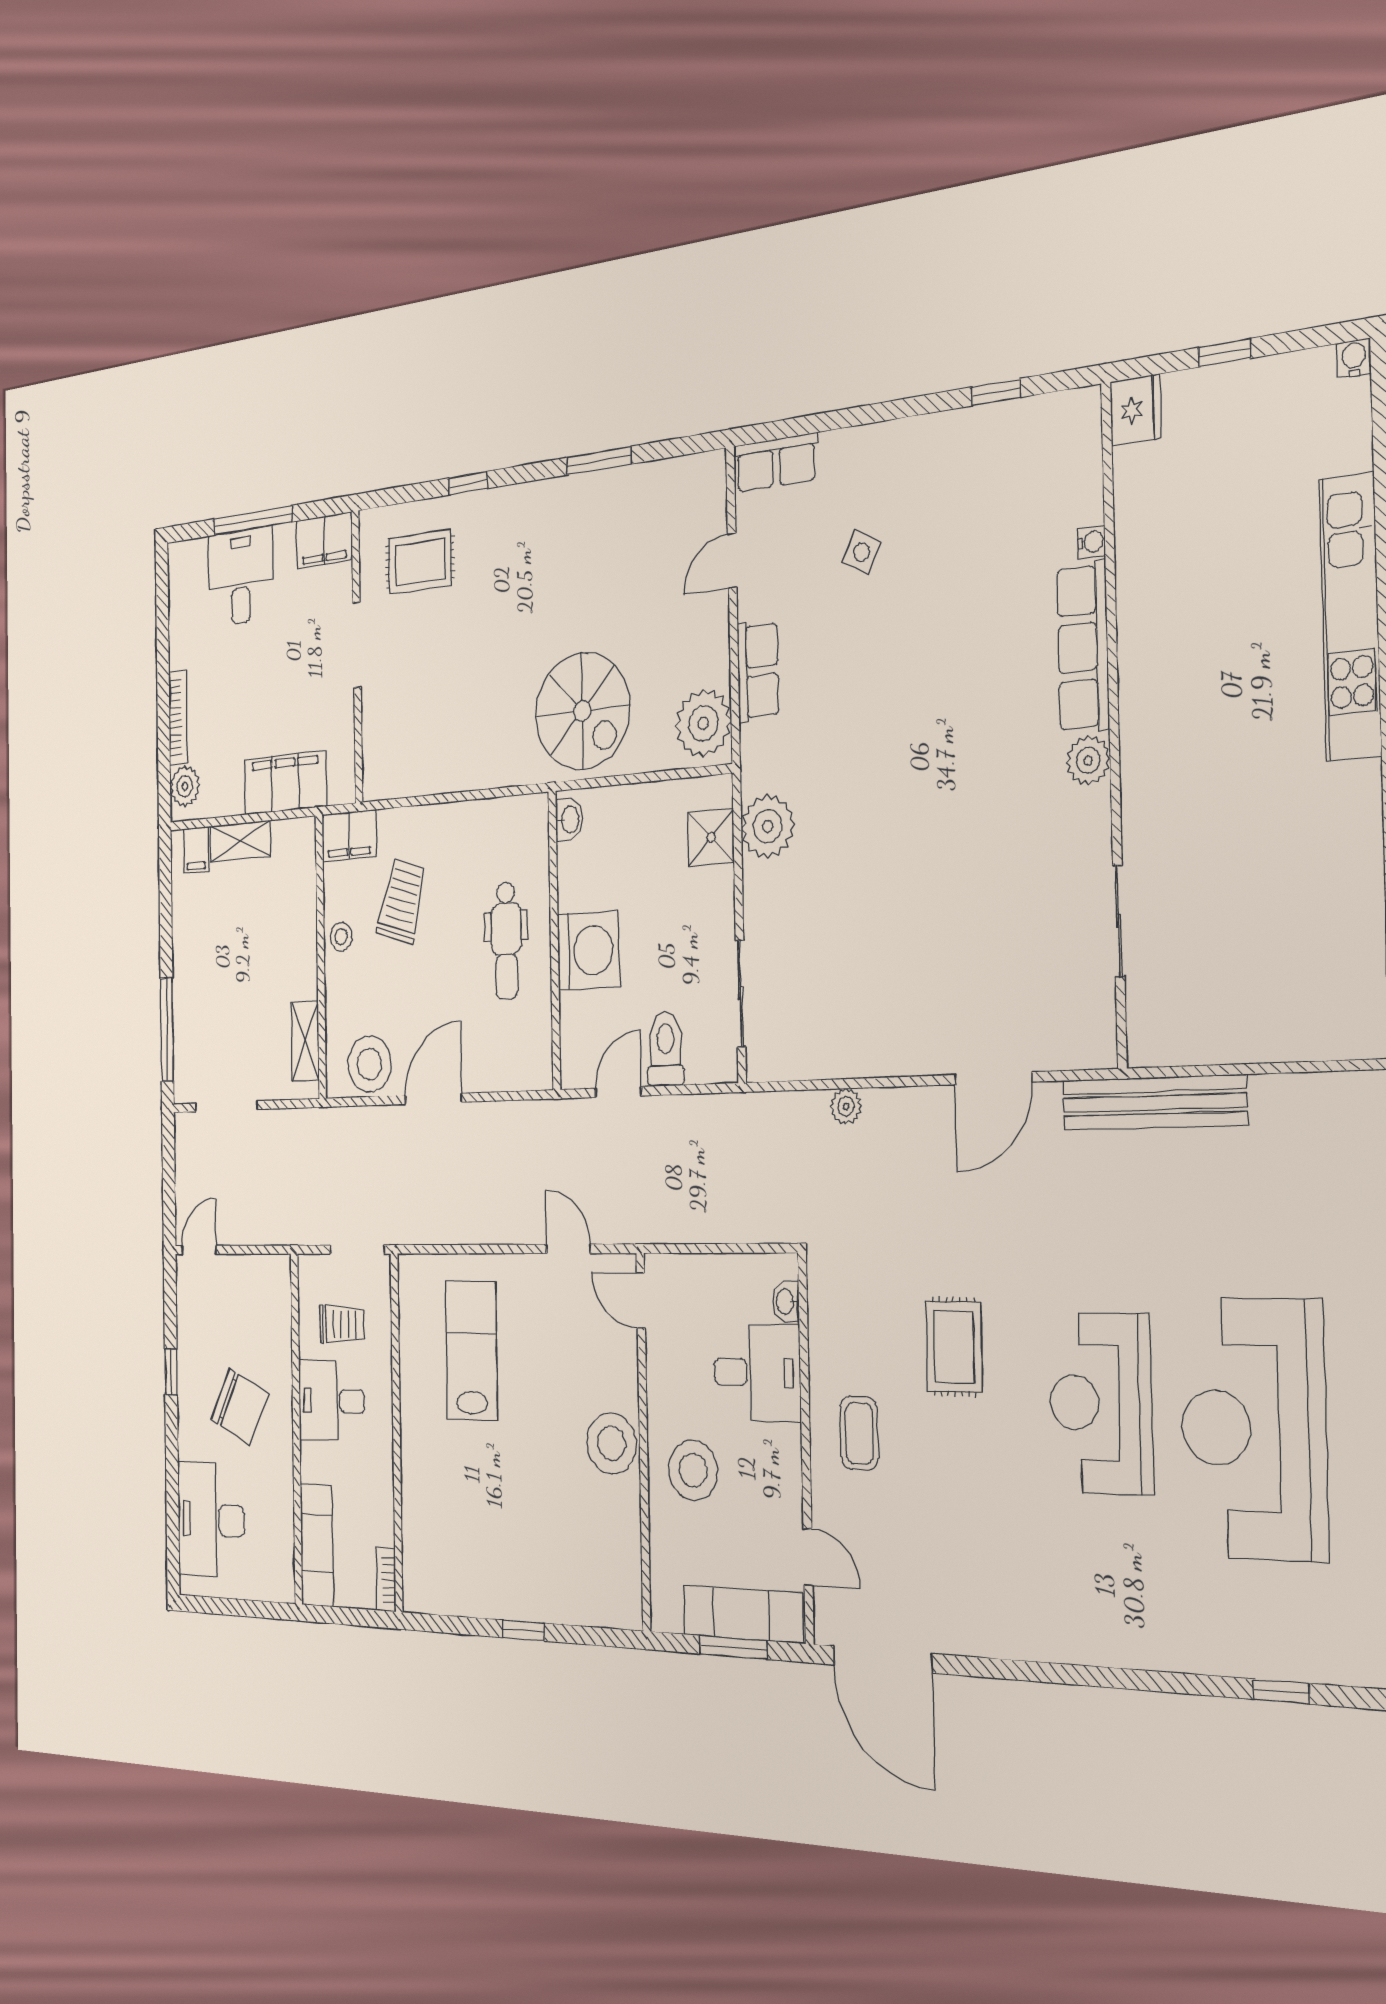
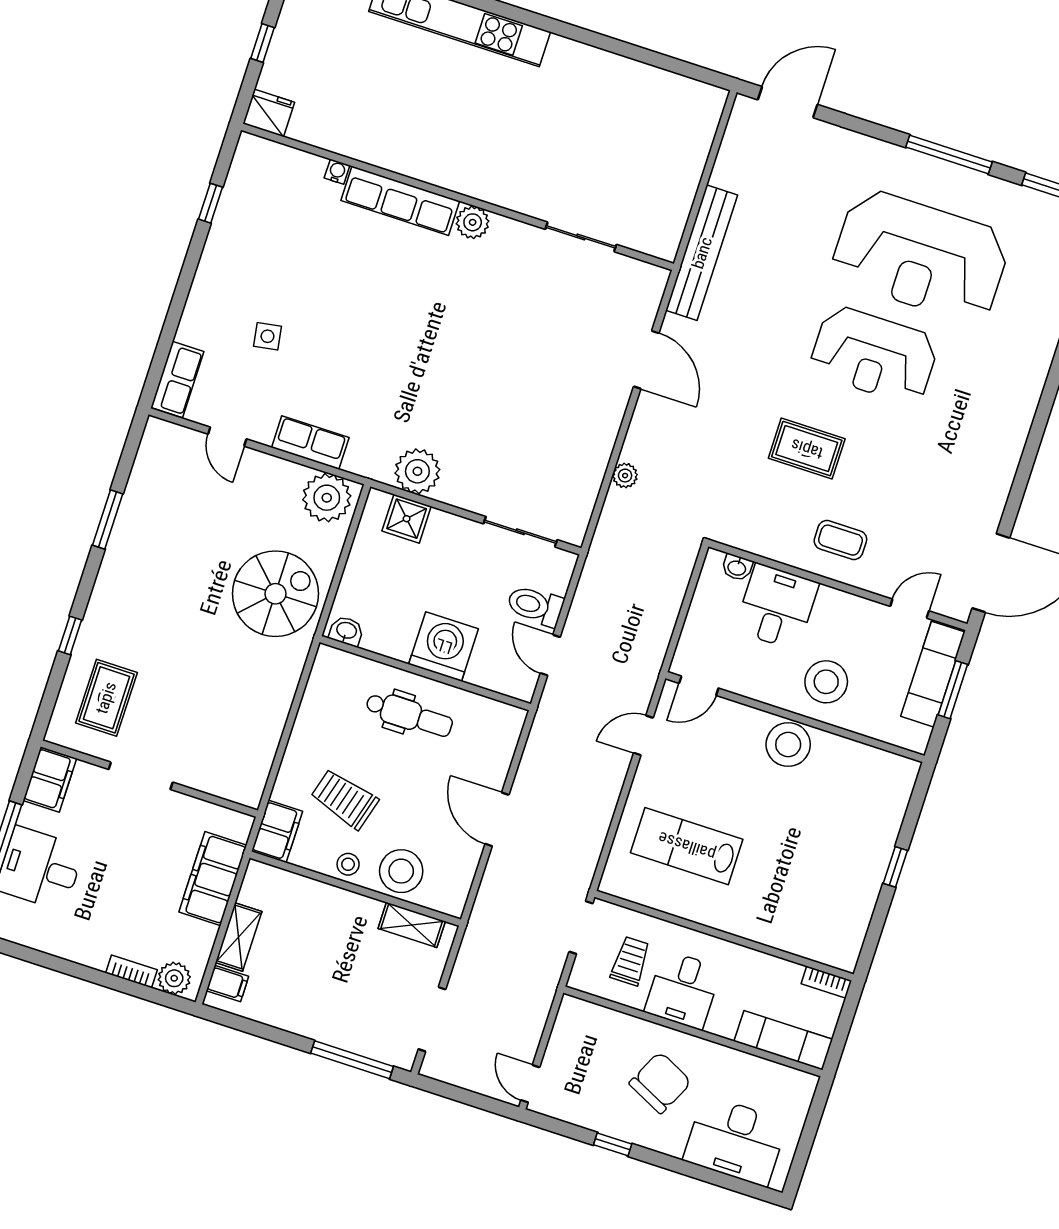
side table: (862, 552) -> (267, 336), turned -37
bookcase: (178, 717) -> (132, 971), width x0.64
stool: (369, 1064) -> (401, 871), moved

